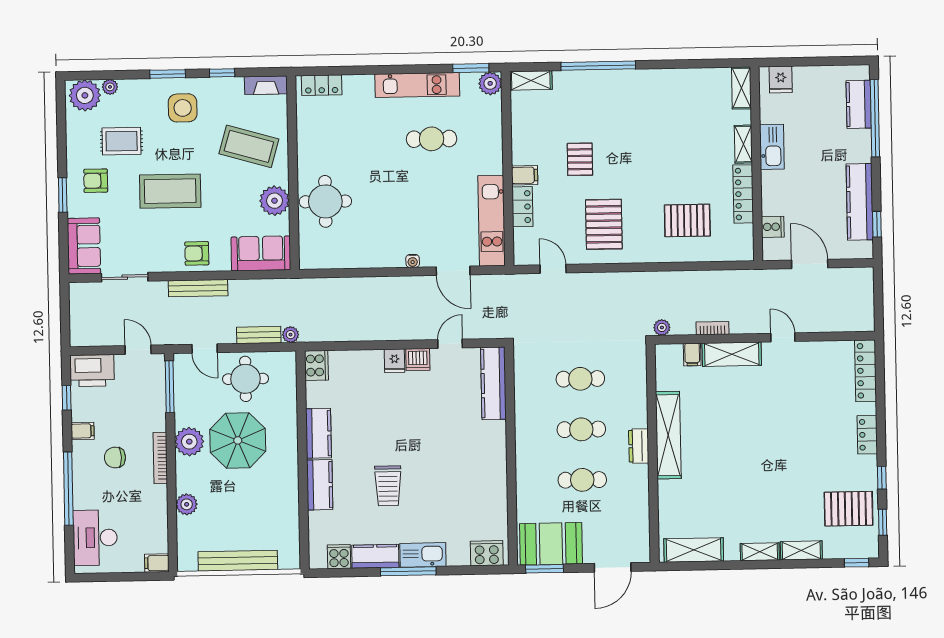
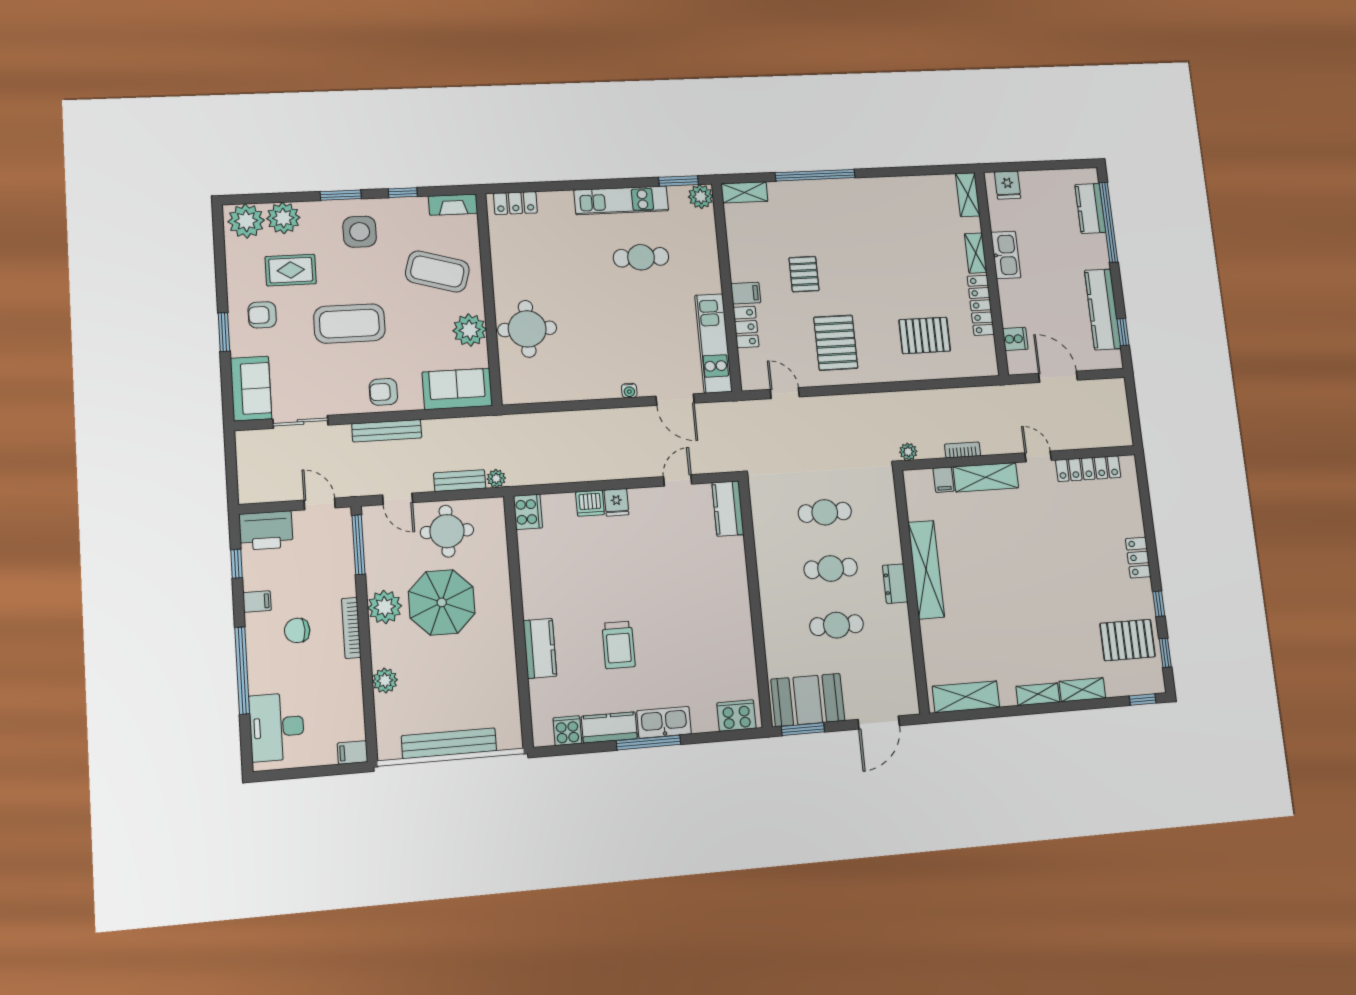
plant: (110, 87) -> (283, 218), width x1.88, depth x1.88
dishwasher: (418, 359) -> (590, 503), moved
locker: (865, 371) -> (1088, 469), moved, turned -90
kitchen counter: (493, 383) -> (728, 509), width x0.67
kitchen counter: (318, 433) -> (535, 589), removed

